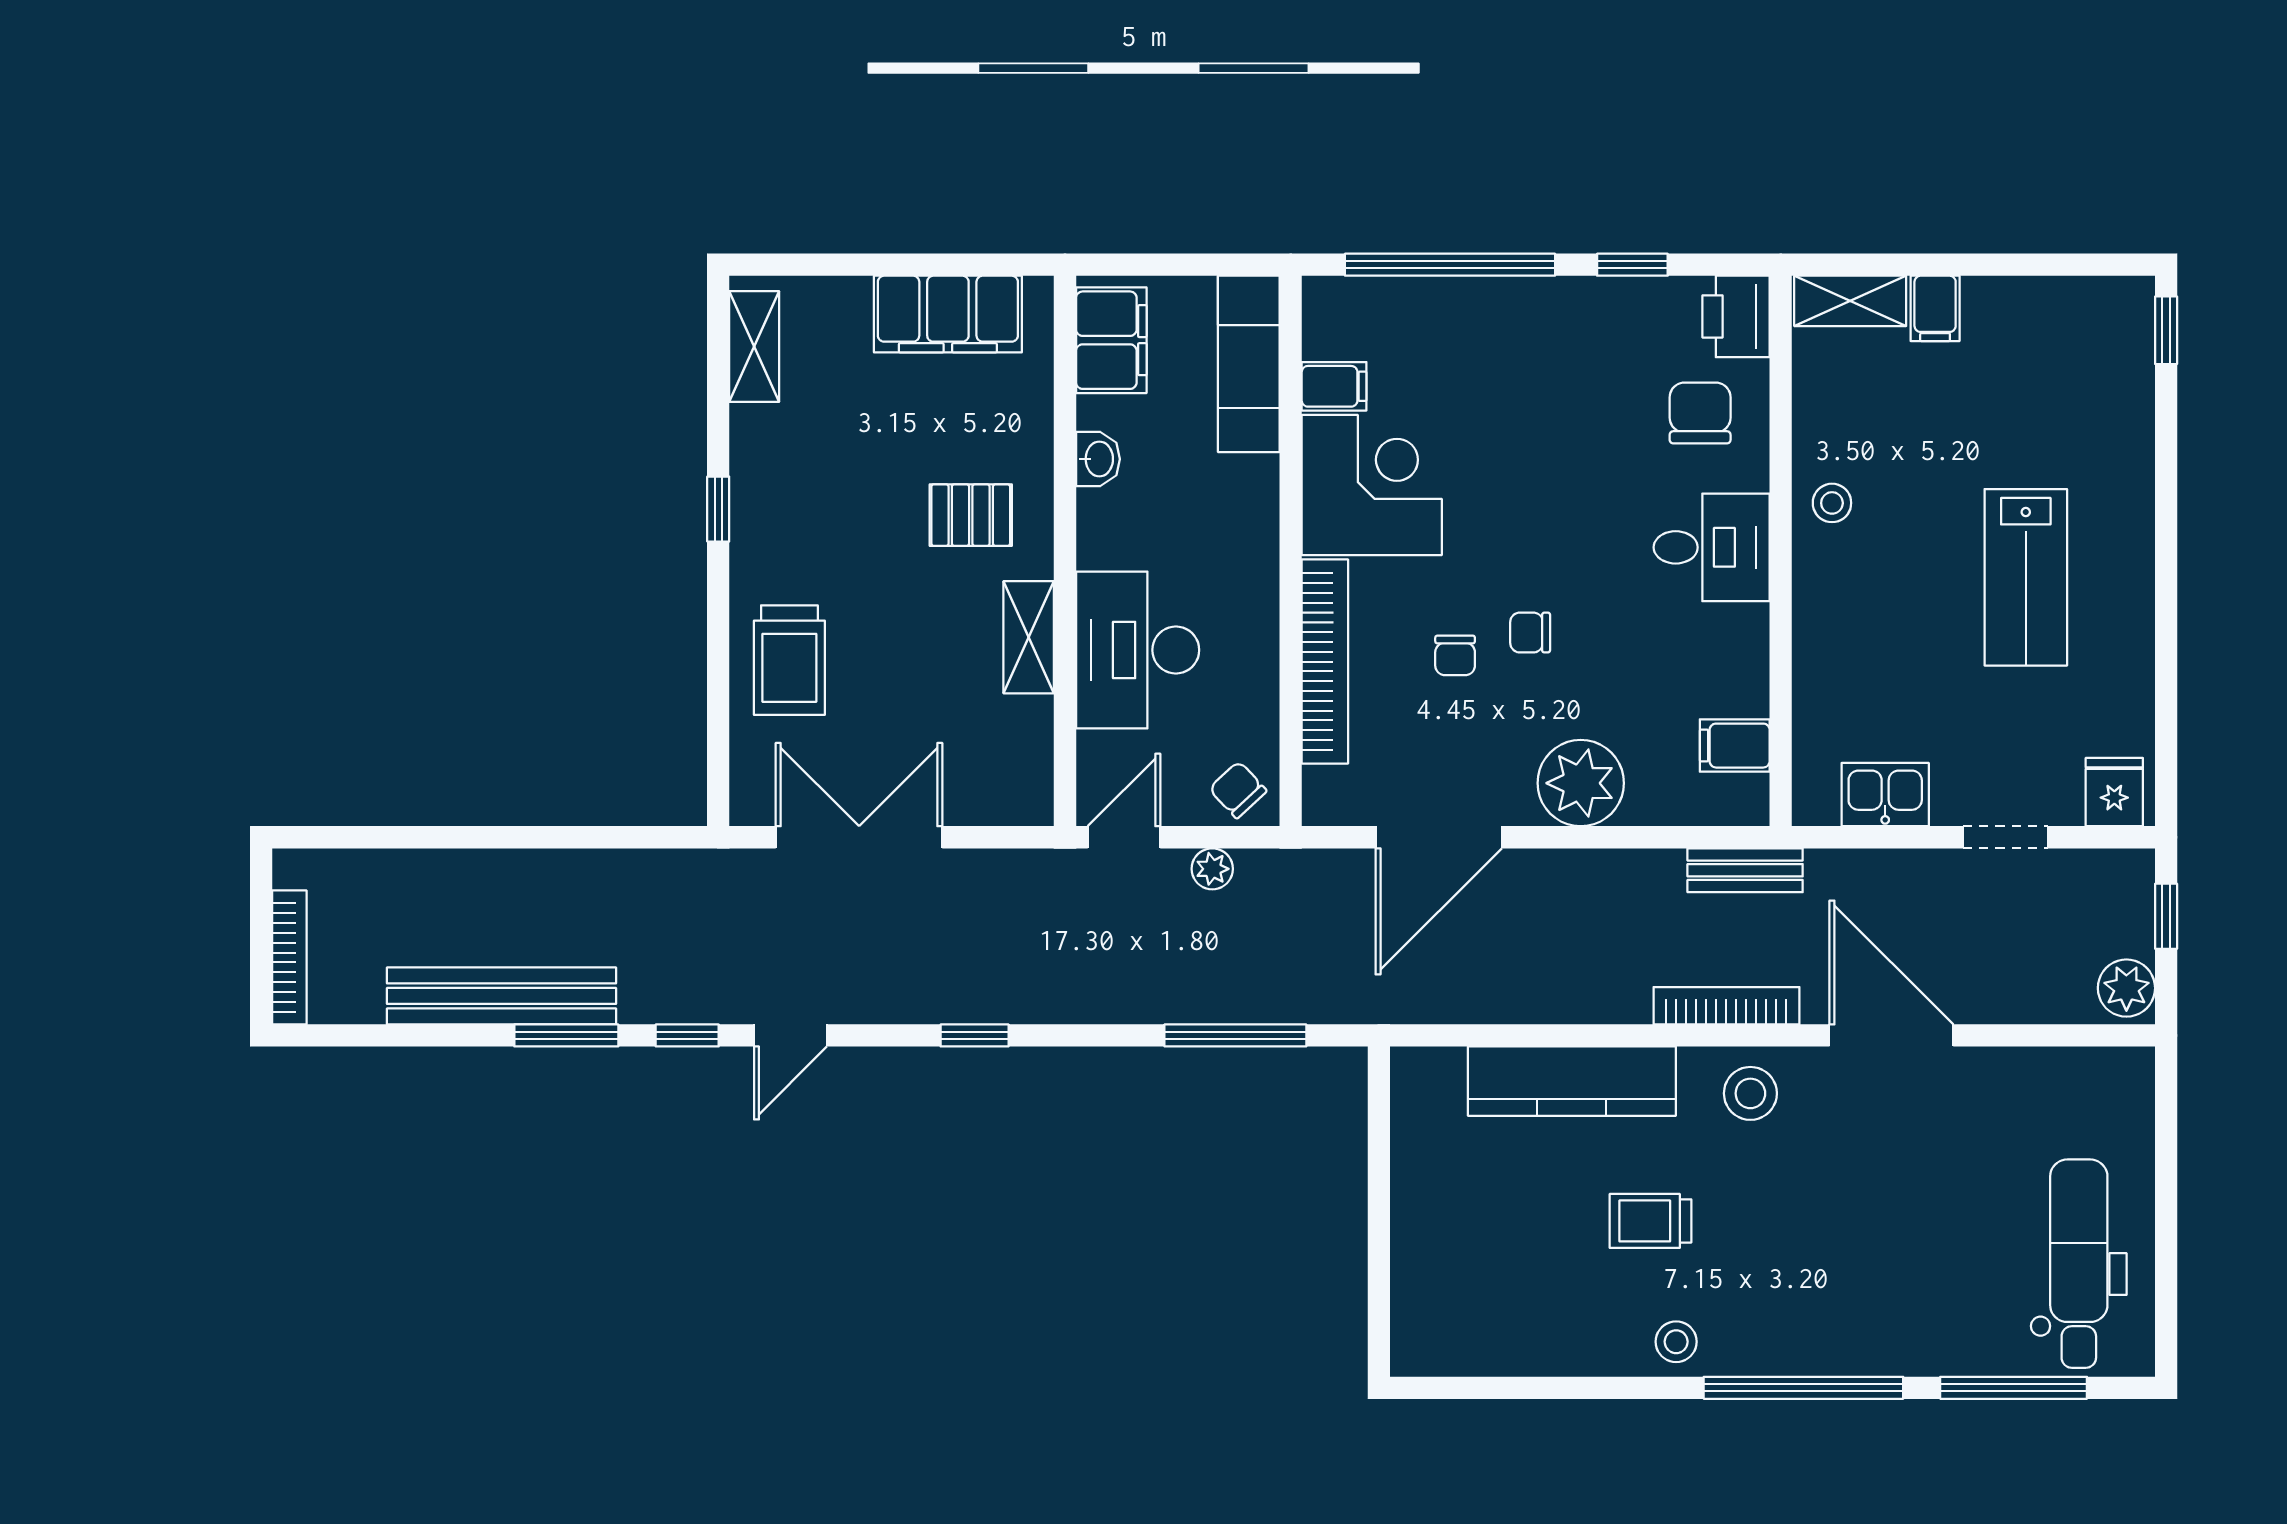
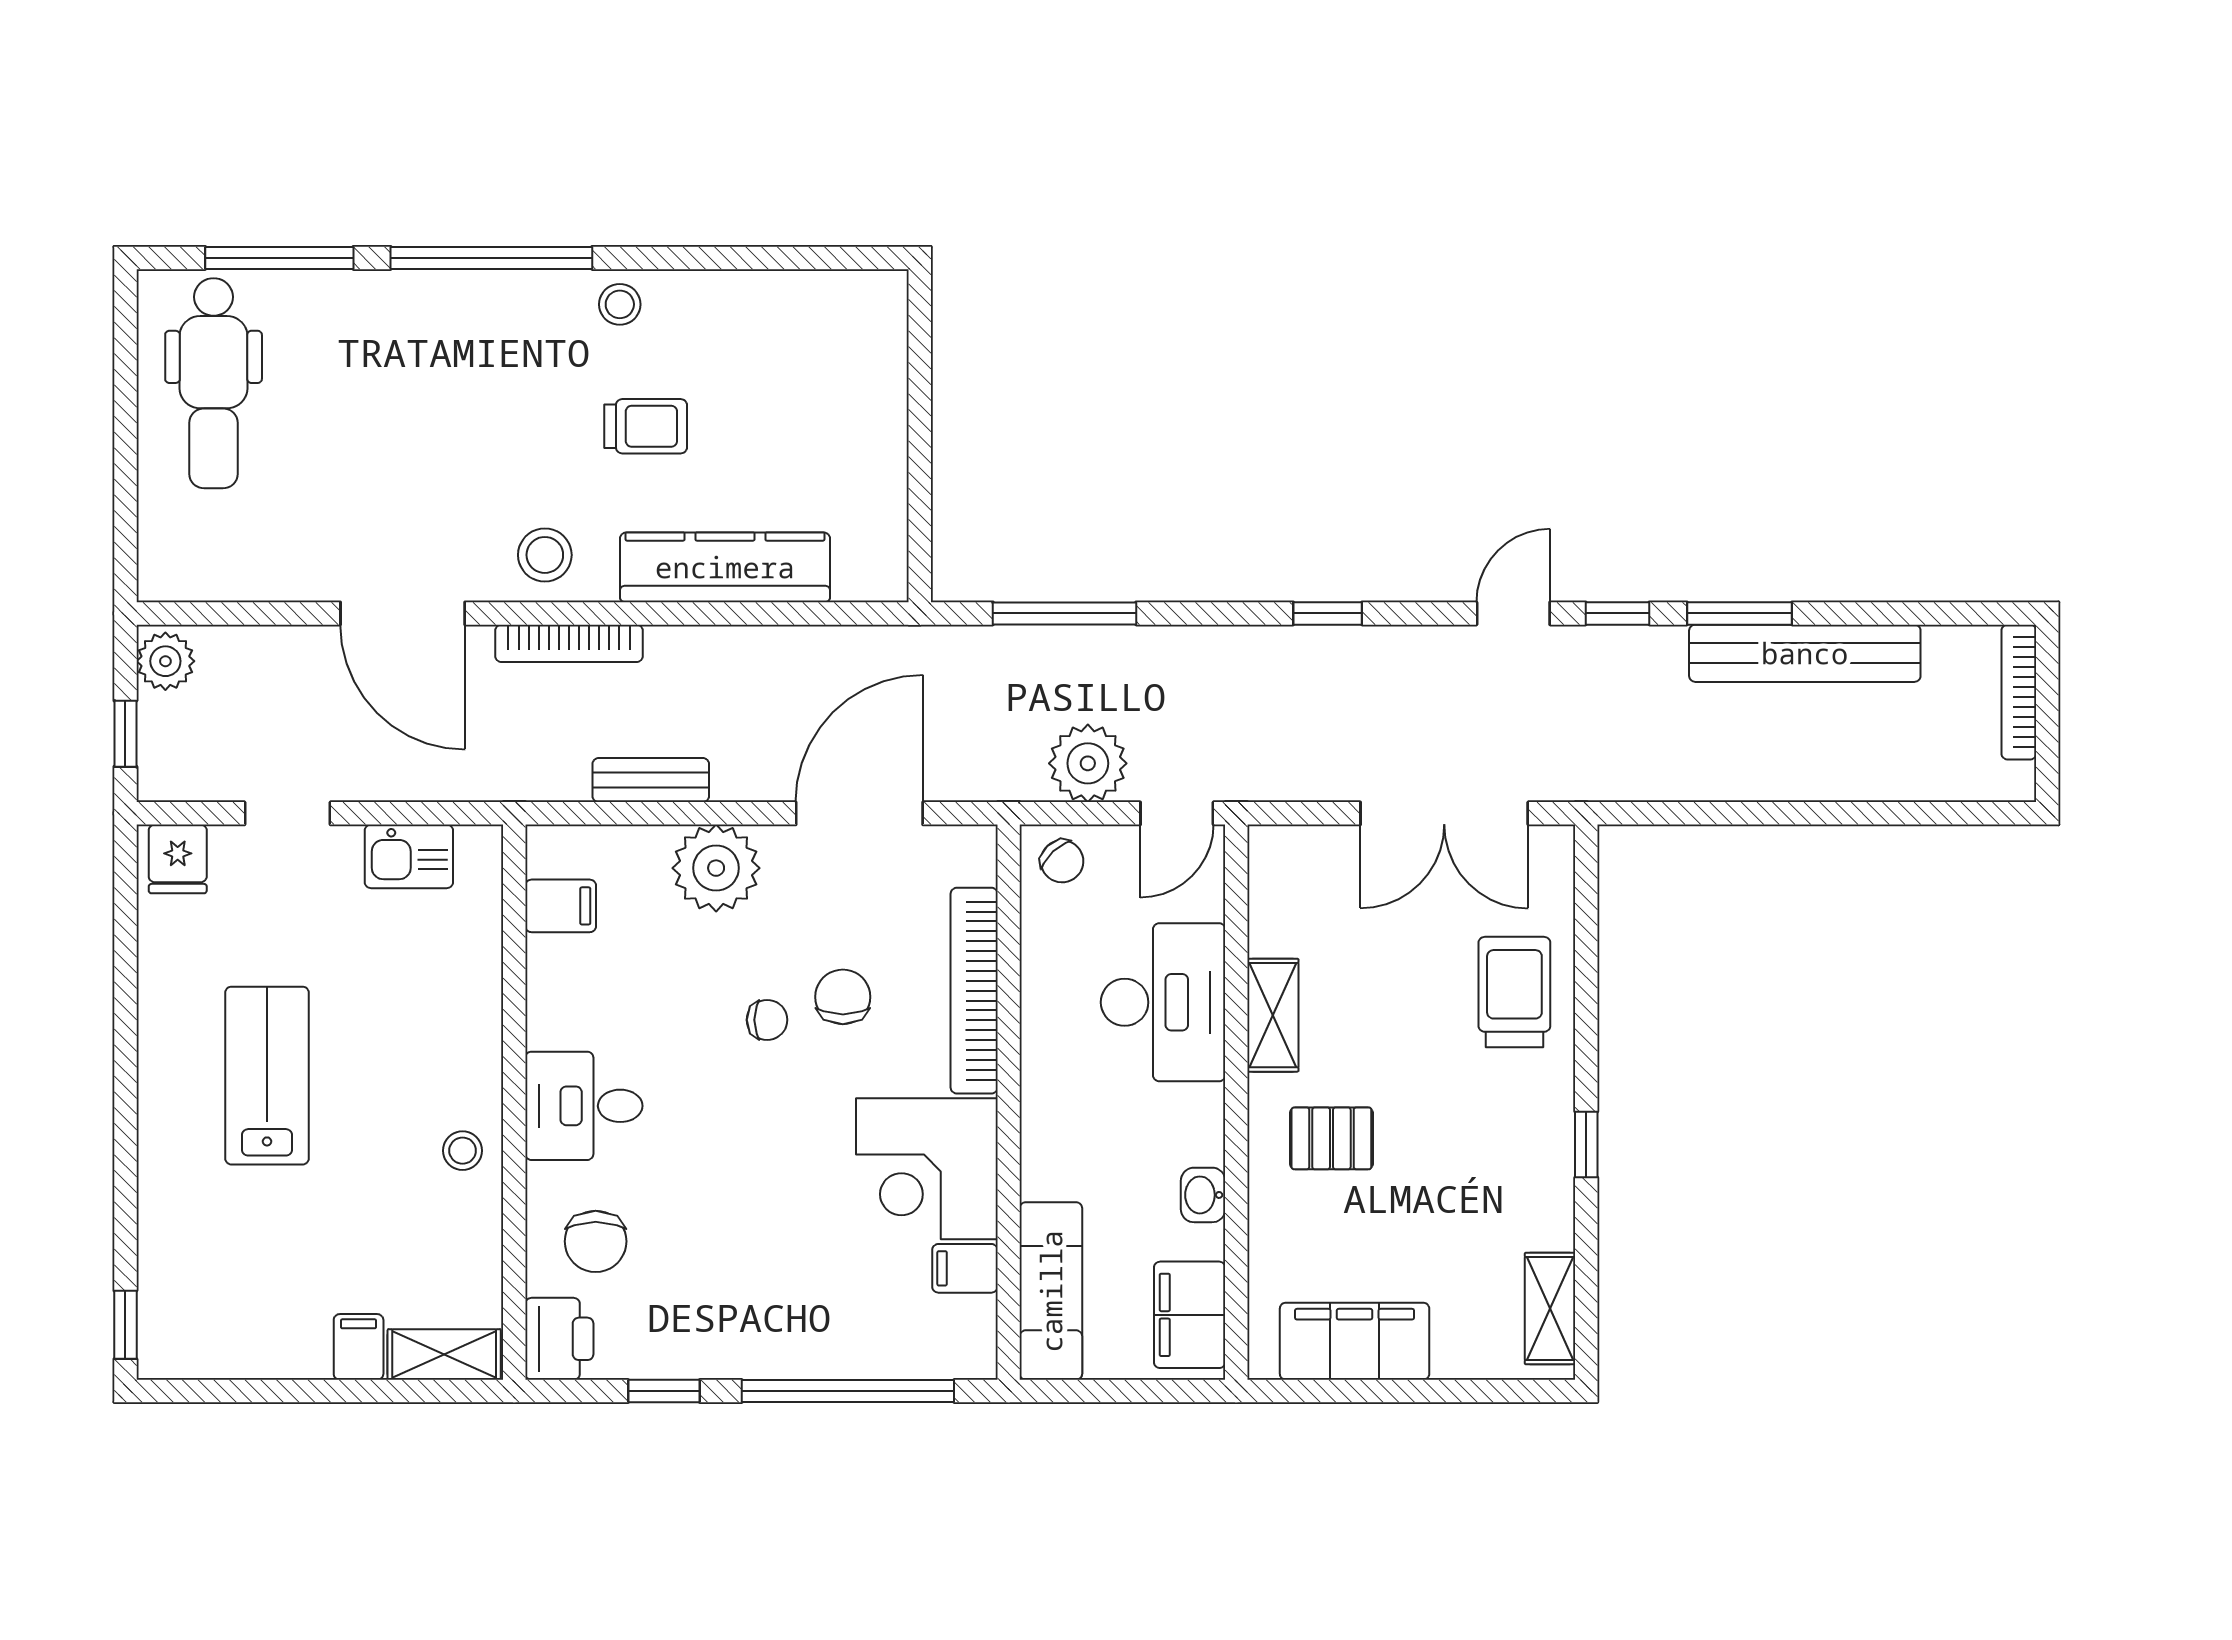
chair: (1455, 655) -> (843, 997), width x1.37, depth x1.37
plant: (1212, 869) -> (1088, 763), width x1.87, depth x1.87
bench: (1745, 870) -> (651, 780), moved

